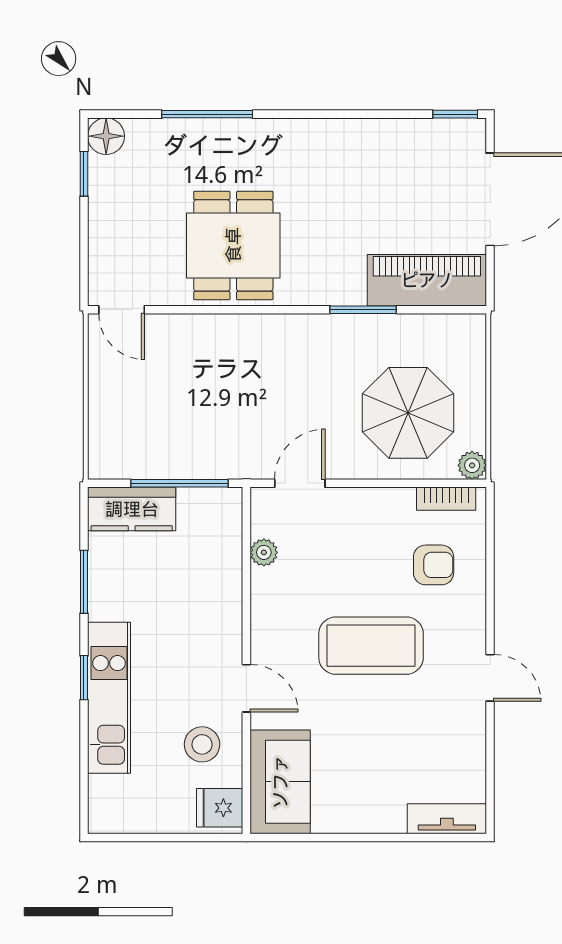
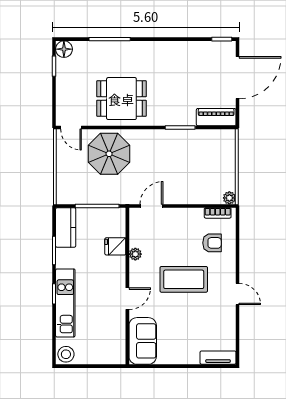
dining table: (233, 245) -> (121, 99), turned 90
piano: (427, 280) -> (216, 117), width x0.73, depth x0.75
parasol: (408, 413) -> (109, 154), moved
kitchen counter: (132, 509) -> (66, 227), moved, turned -90
plant: (264, 552) -> (135, 254), moved
door: (246, 688) -> (127, 299), hinge flipped
stool: (202, 744) -> (66, 354), moved
fridge: (220, 808) -> (115, 246), moved

